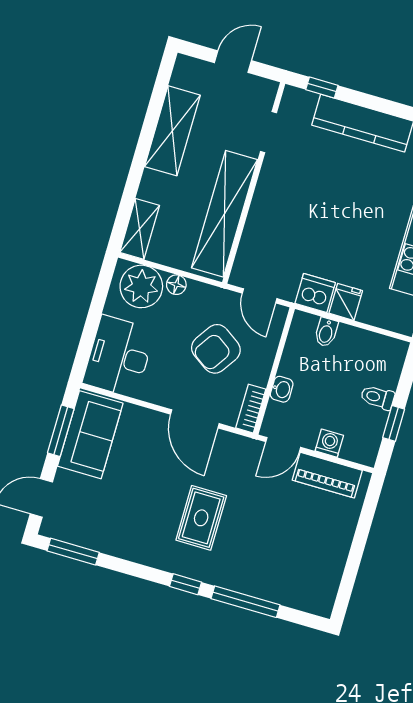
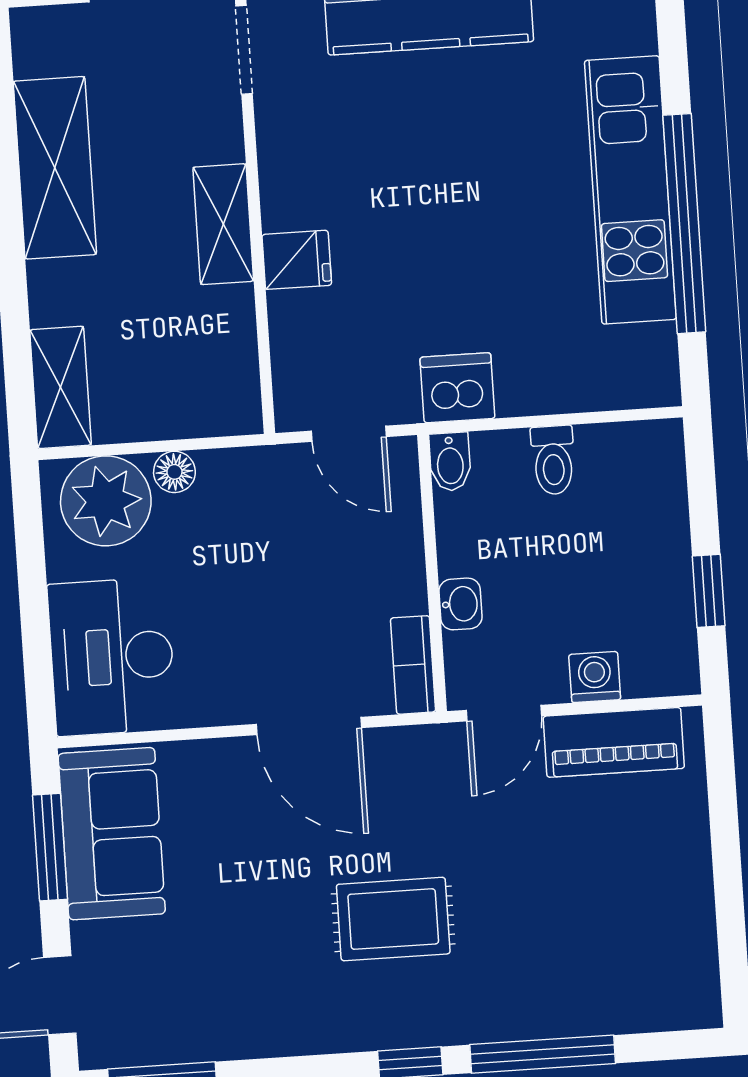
doorway: (268, 132) -> (244, 50), moved
shelving: (225, 214) -> (223, 224), width x0.45, depth x0.75
fridge: (346, 302) -> (297, 260), moved, turned 90
bidet: (326, 332) -> (450, 462), moved
armchair: (216, 349) -> (300, 571), removed
toilet: (378, 397) -> (553, 460), moved, turned -90
rug: (201, 518) -> (393, 919), turned 90

